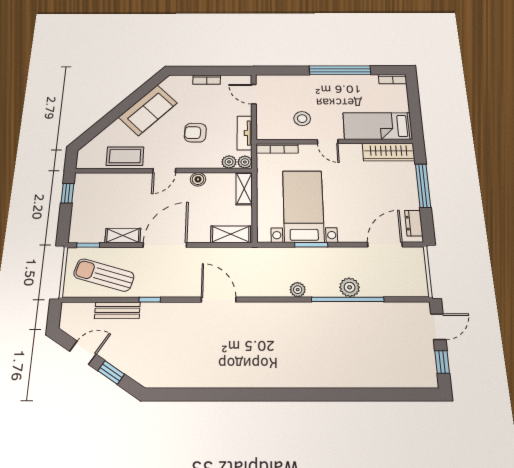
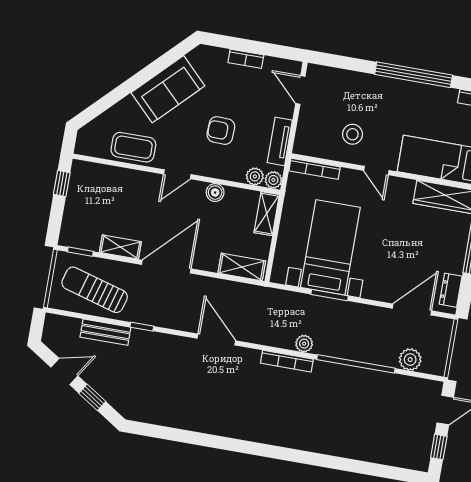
plant: (350, 287) -> (410, 360), moved
bookcase: (286, 308) -> (287, 361), added

